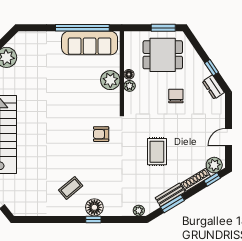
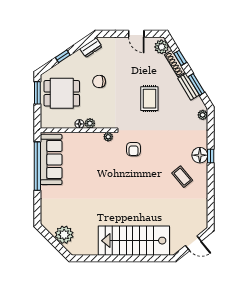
dining table: (163, 55) -> (62, 93), turned 90
window: (212, 68) -> (63, 56), moved
plant: (110, 80) -> (108, 137), moved, width x0.53, depth x0.53
rug: (157, 152) -> (149, 99), turned 90
window: (212, 179) -> (180, 58), moved

